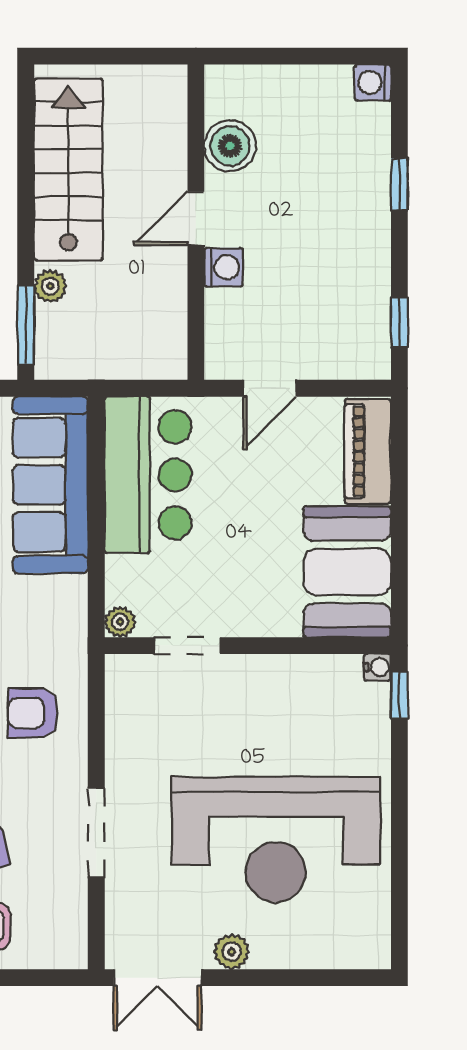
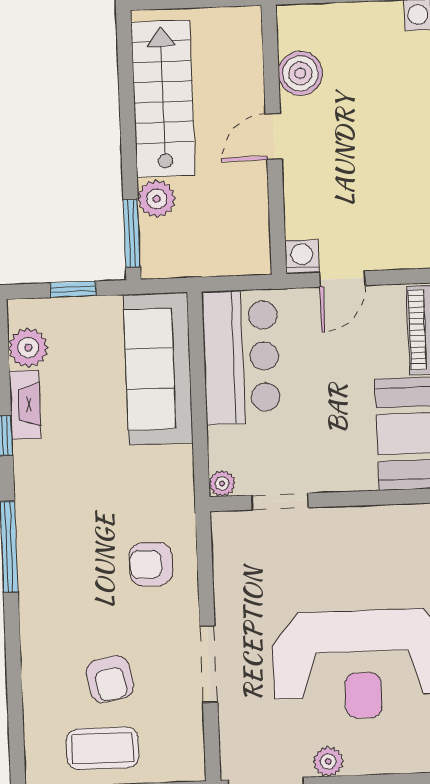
washing machine: (224, 267) -> (302, 257), moved, turned -90
plant: (50, 286) -> (157, 199), width x1.38, depth x1.38

